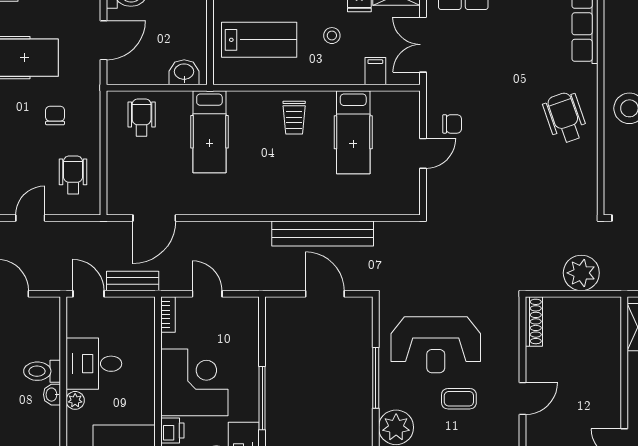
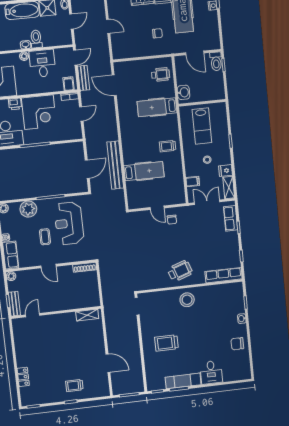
hospital bed: (353, 132) -> (144, 171), moved, turned 180
wheelchair: (73, 175) -> (130, 45), removed
plant: (581, 273) -> (109, 287), removed
filing cabinet: (141, 314) -> (68, 84), added

